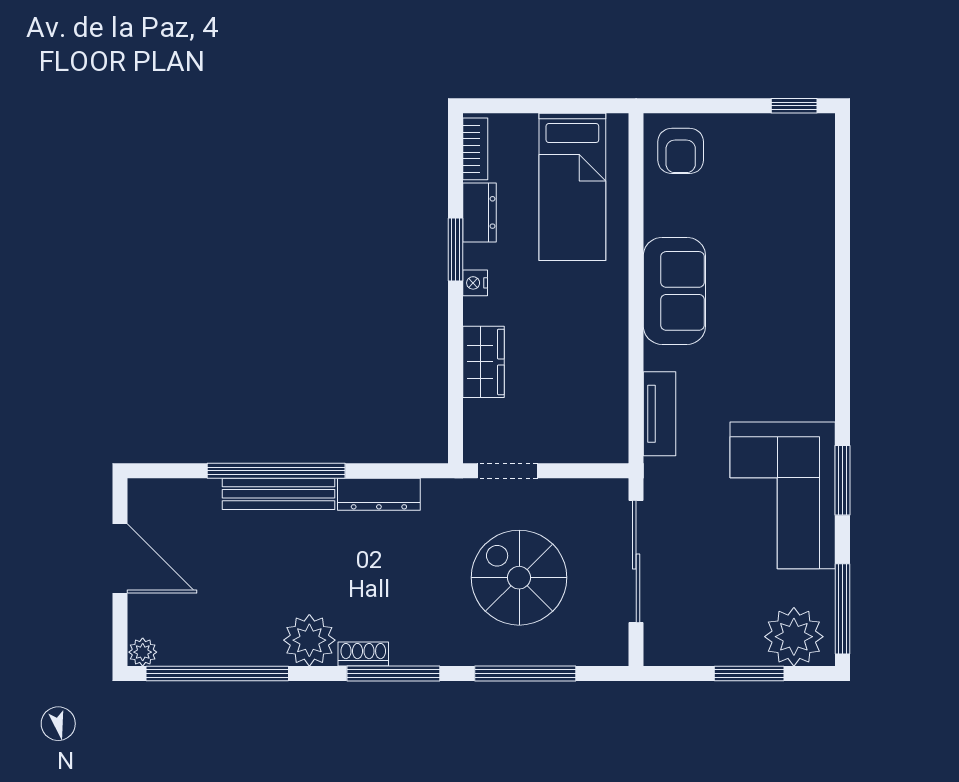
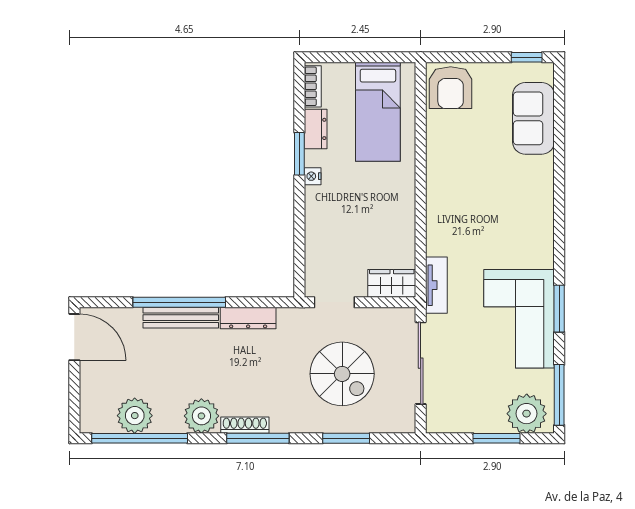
armchair: (681, 151) -> (451, 88), width x1.38, depth x1.38
sofa: (674, 291) -> (533, 118), moved, turned 180
wardrobe: (484, 362) -> (392, 283), moved, turned -90
tv unit: (660, 414) -> (436, 285), moved
door: (120, 558) -> (74, 337), moved
spiral stairs: (519, 578) -> (342, 374), turned 180
plant: (143, 652) -> (135, 416), moved, width x1.87, depth x1.87
shoe rack: (363, 654) -> (245, 425), width x1.43
window: (525, 674) -> (346, 438), width x0.69

